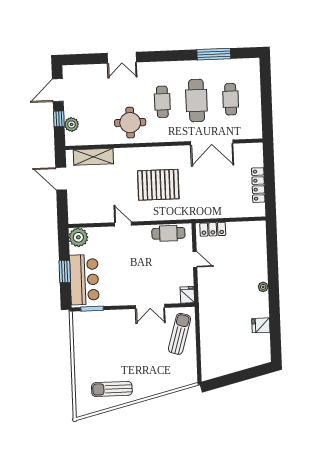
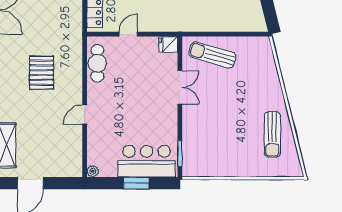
pallet: (158, 185) -> (42, 73), width x0.73, depth x0.71
plant: (78, 237) -> (93, 171), width x0.53, depth x0.53

